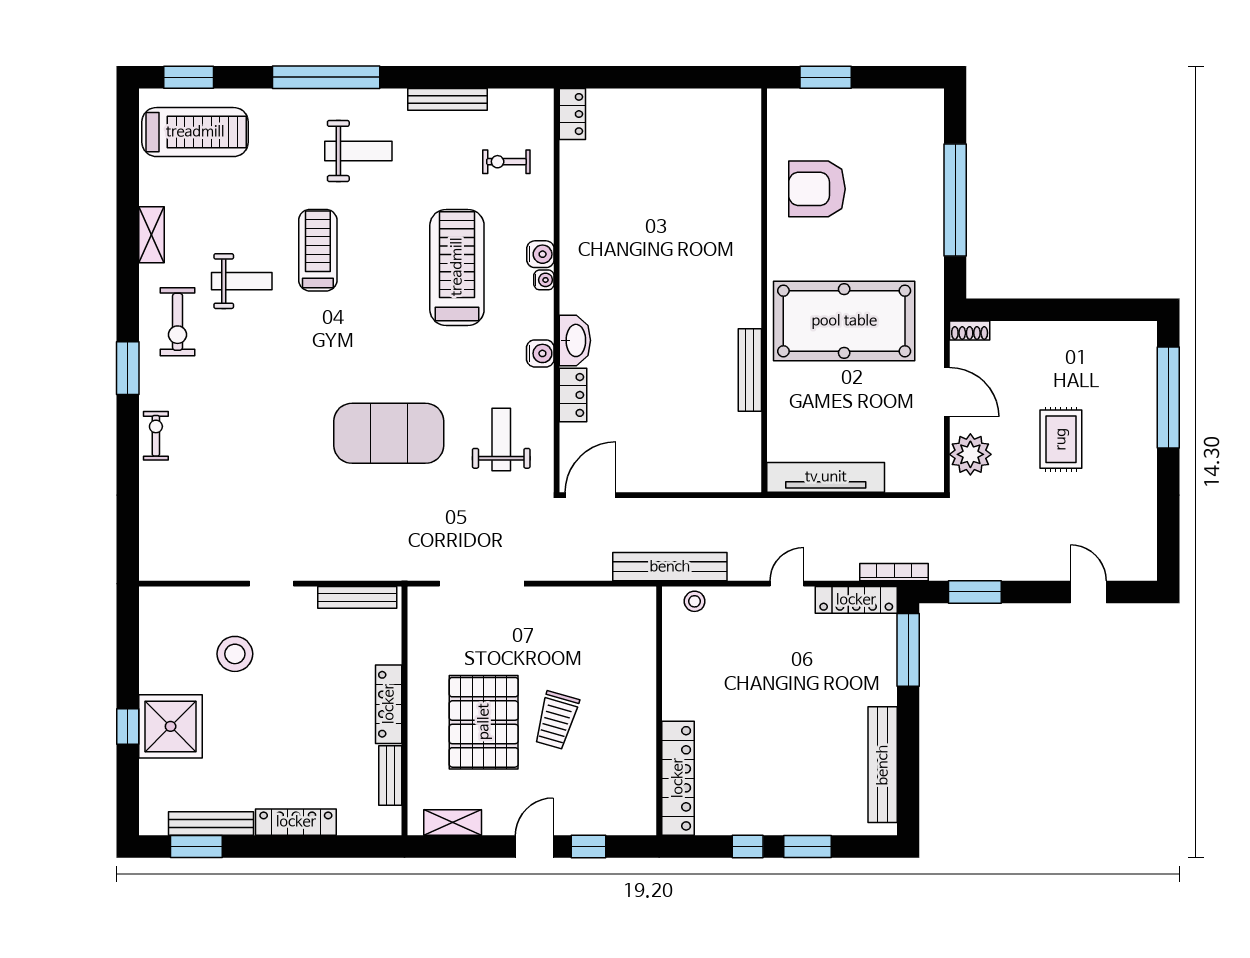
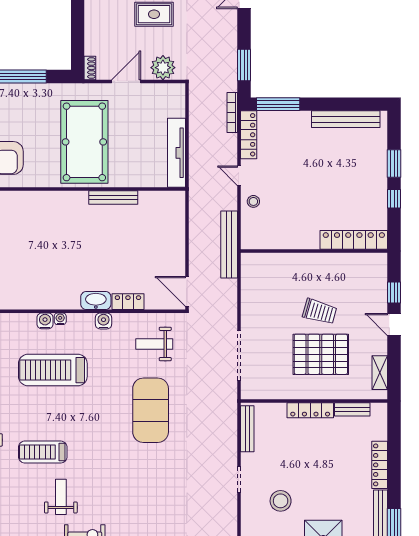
stool: (695, 601) -> (253, 201), moved

